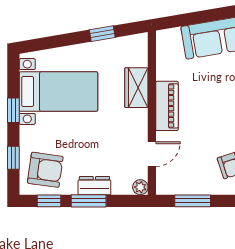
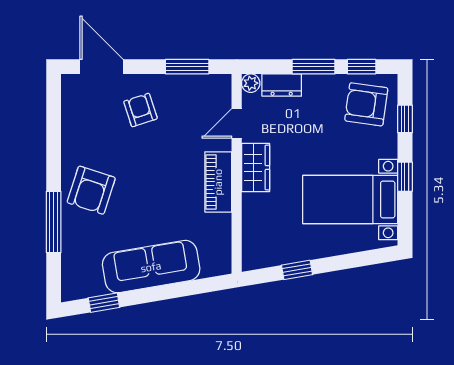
wardrobe: (136, 88) -> (256, 167), moved
dresser: (94, 186) -> (282, 85), moved

